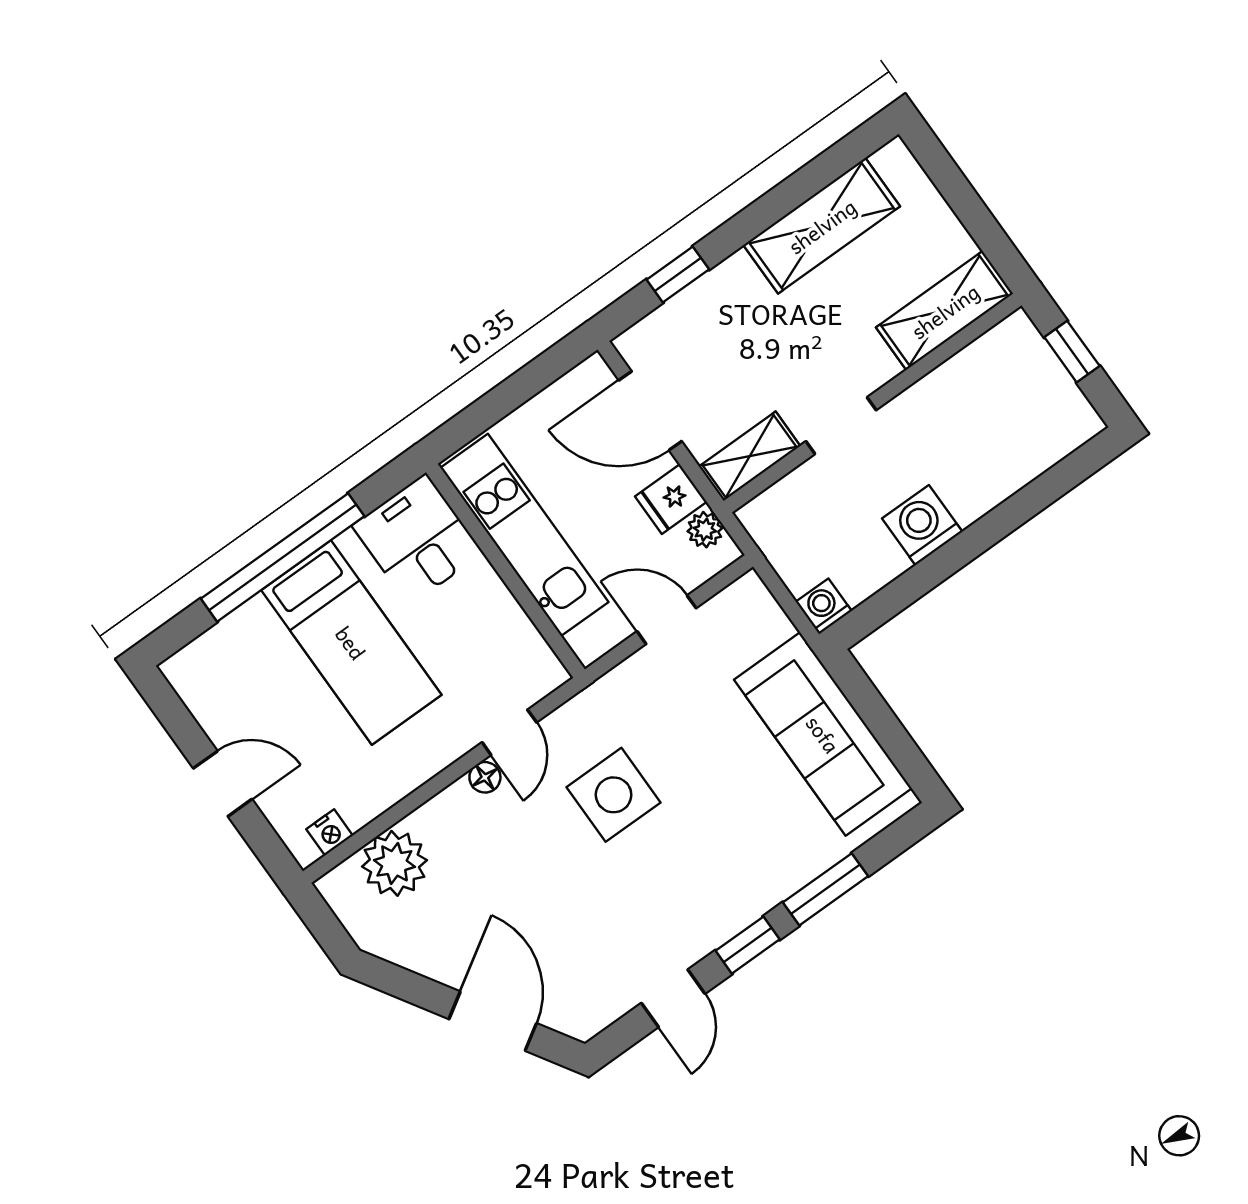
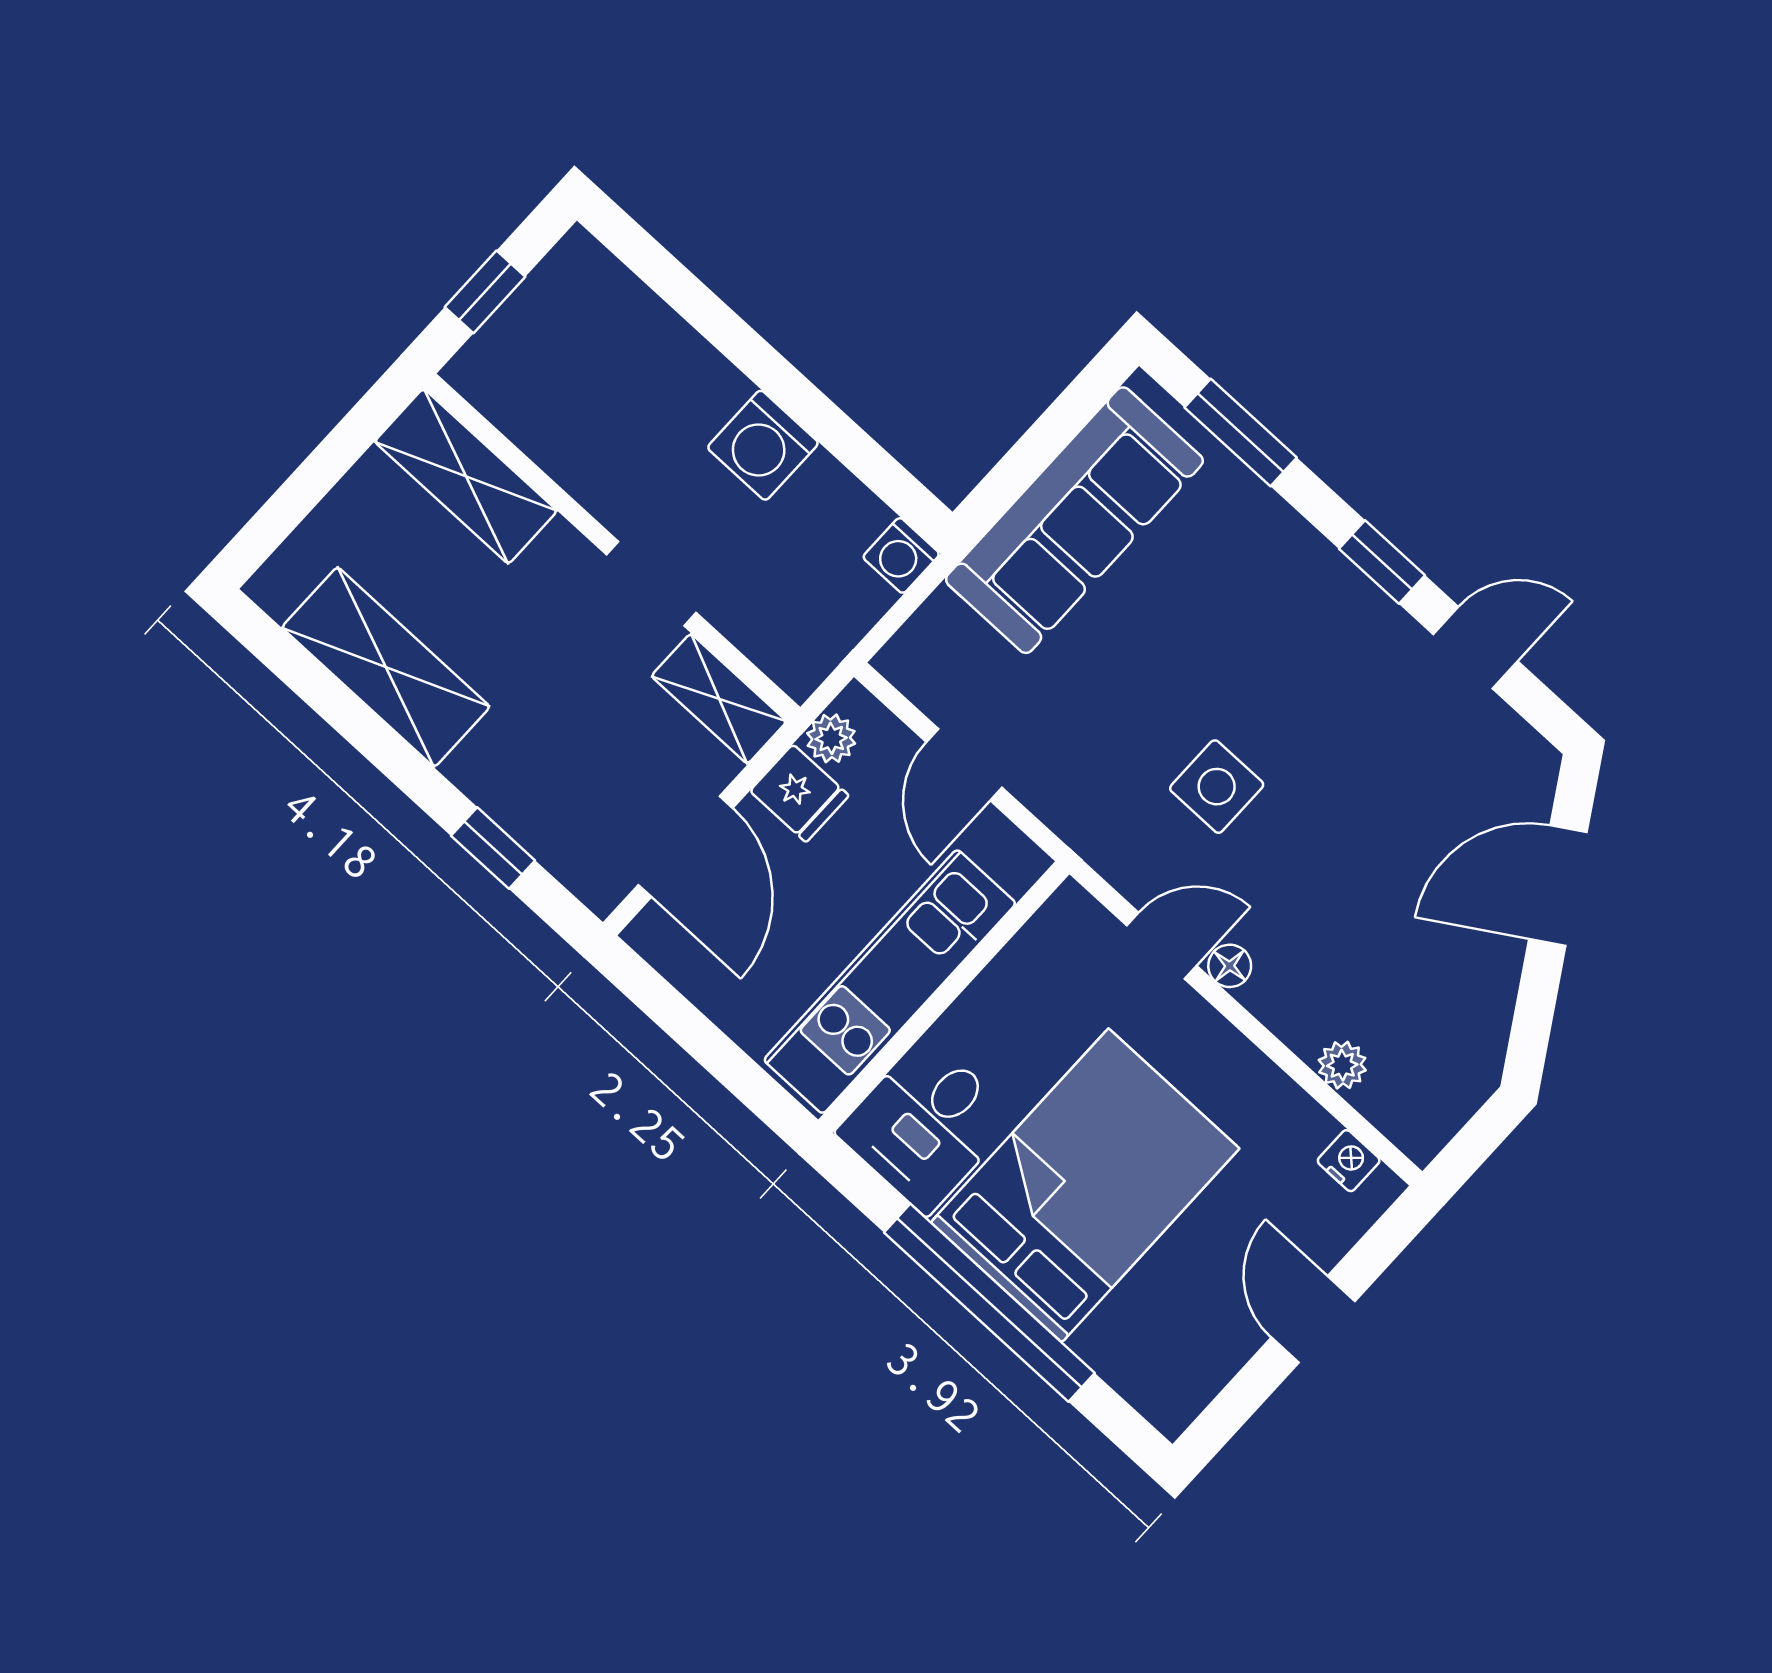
bed: (351, 643) -> (1085, 1185), width x1.50
side table: (614, 795) -> (1217, 787), width x0.73, depth x0.73
plant: (394, 863) -> (1342, 1065), width x0.53, depth x0.53
window: (825, 889) -> (1241, 432), moved

